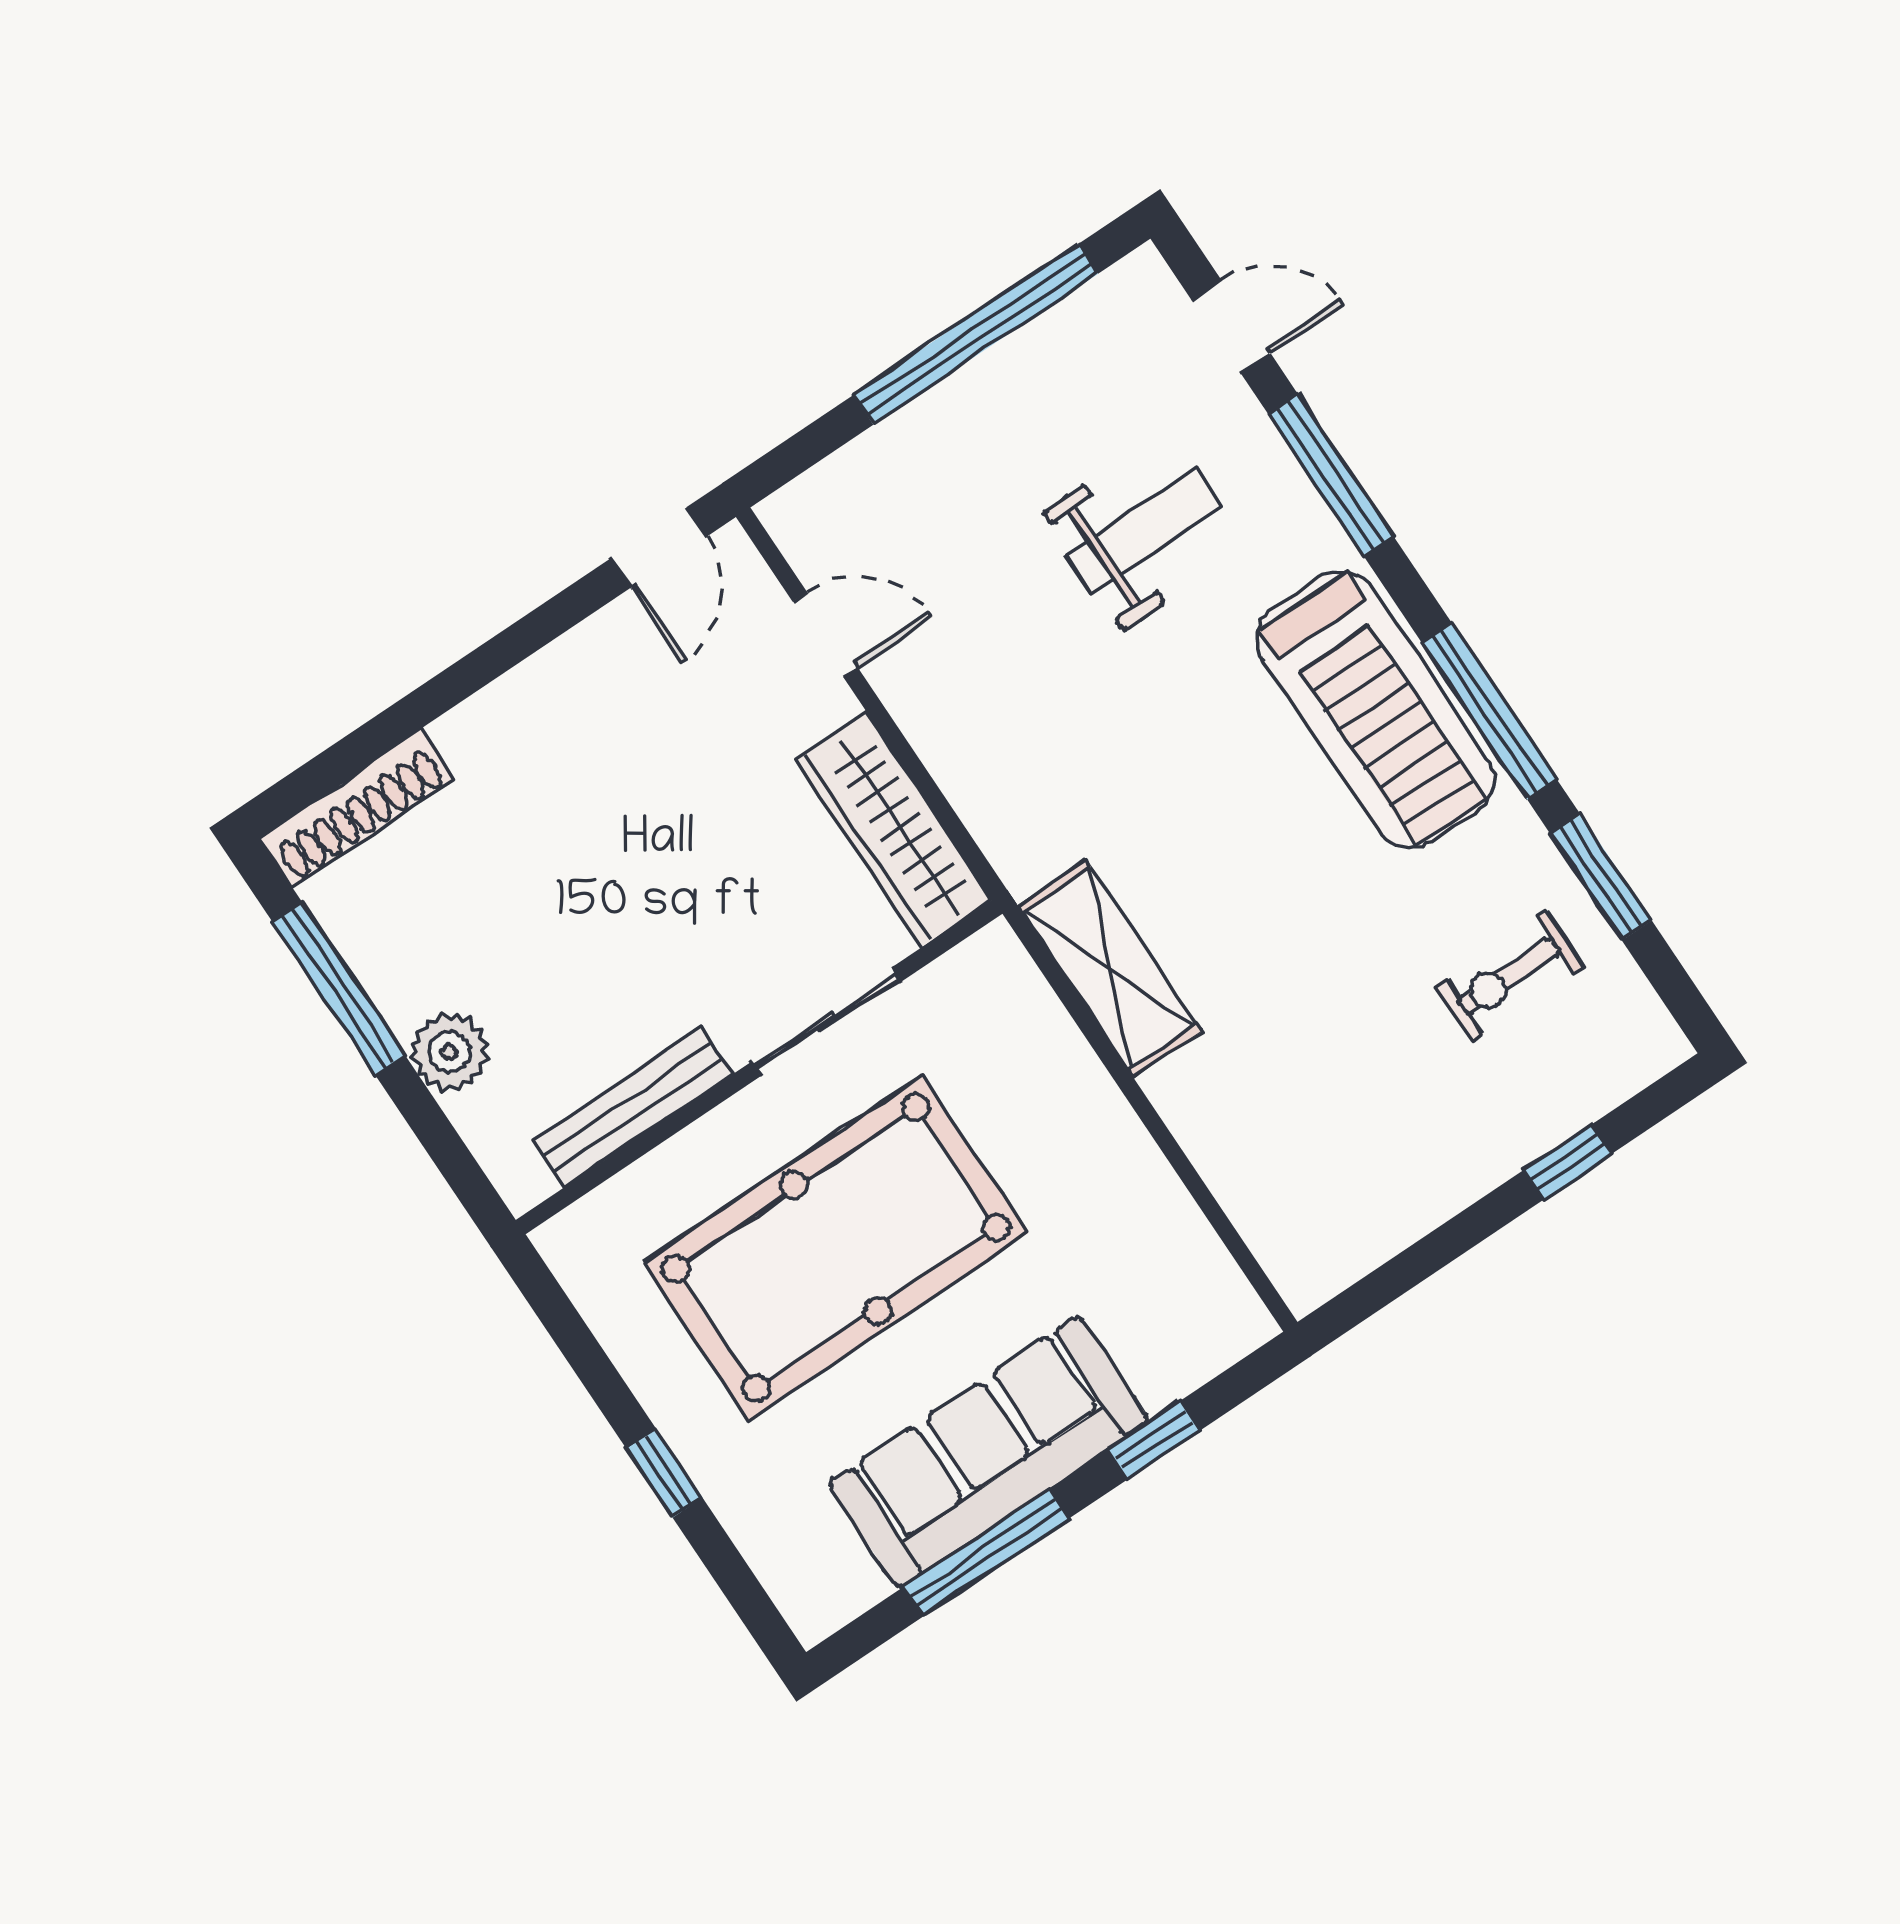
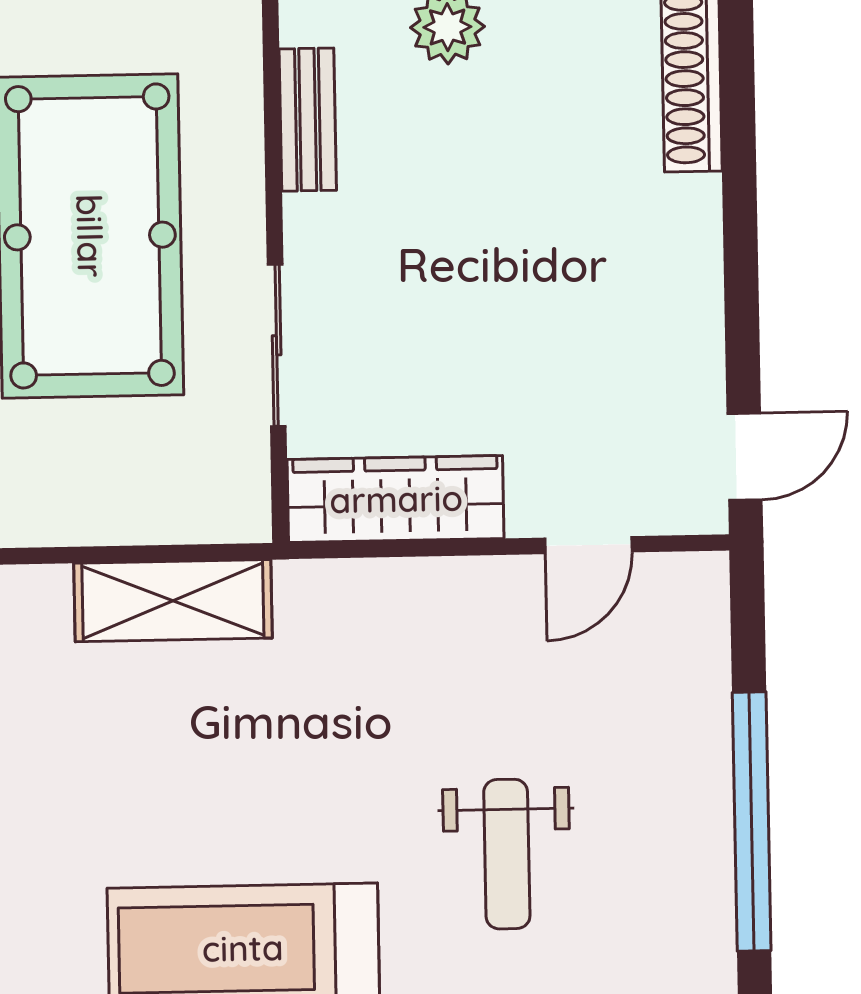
door: (659, 547) -> (745, 457), swing flipped
bench: (633, 1107) -> (308, 120), width x0.73

